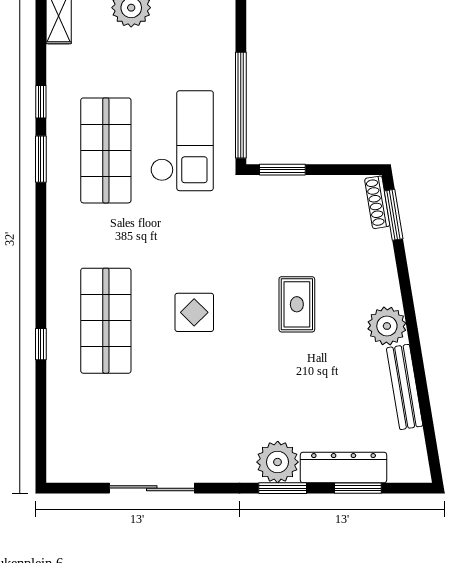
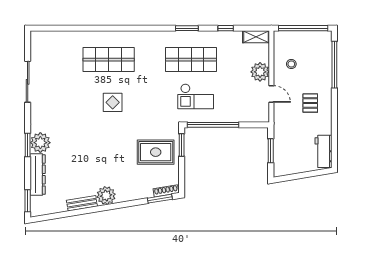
window: (41, 102) -> (226, 28), moved
checkout: (182, 141) -> (196, 96), width x0.73, depth x0.83
rug: (297, 304) -> (156, 152), moved, width x1.36, depth x1.43
window: (41, 344) -> (97, 28), removed
bench: (405, 387) -> (82, 203), width x0.73
window: (358, 488) -> (28, 201), moved

